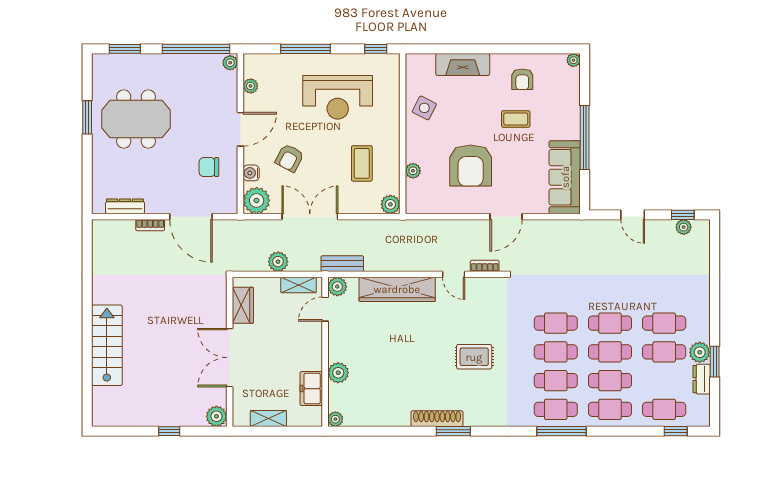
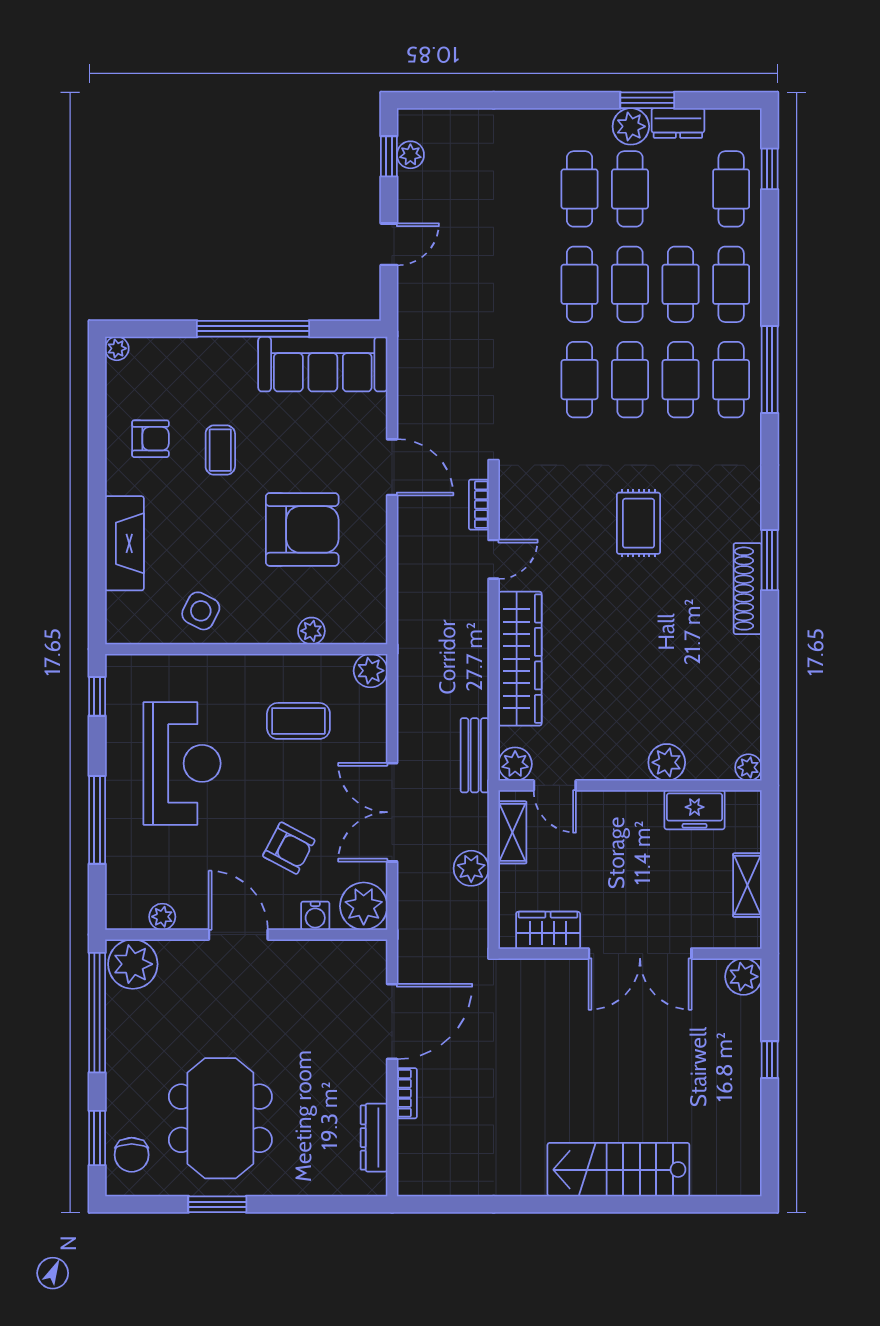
plant: (230, 63) -> (133, 964), width x1.87, depth x1.87
chair: (209, 167) -> (132, 1155), moved

